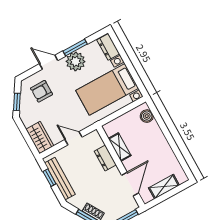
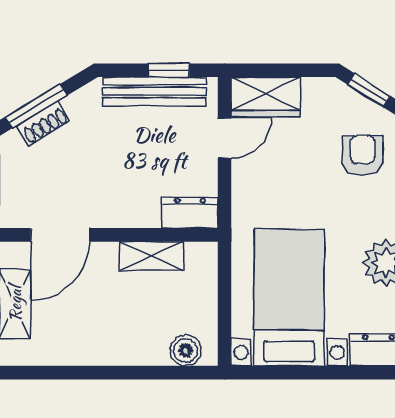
door: (73, 138) -> (224, 138), moved
dresser: (105, 158) -> (190, 213), moved
door: (130, 184) -> (60, 235), hinge flipped

